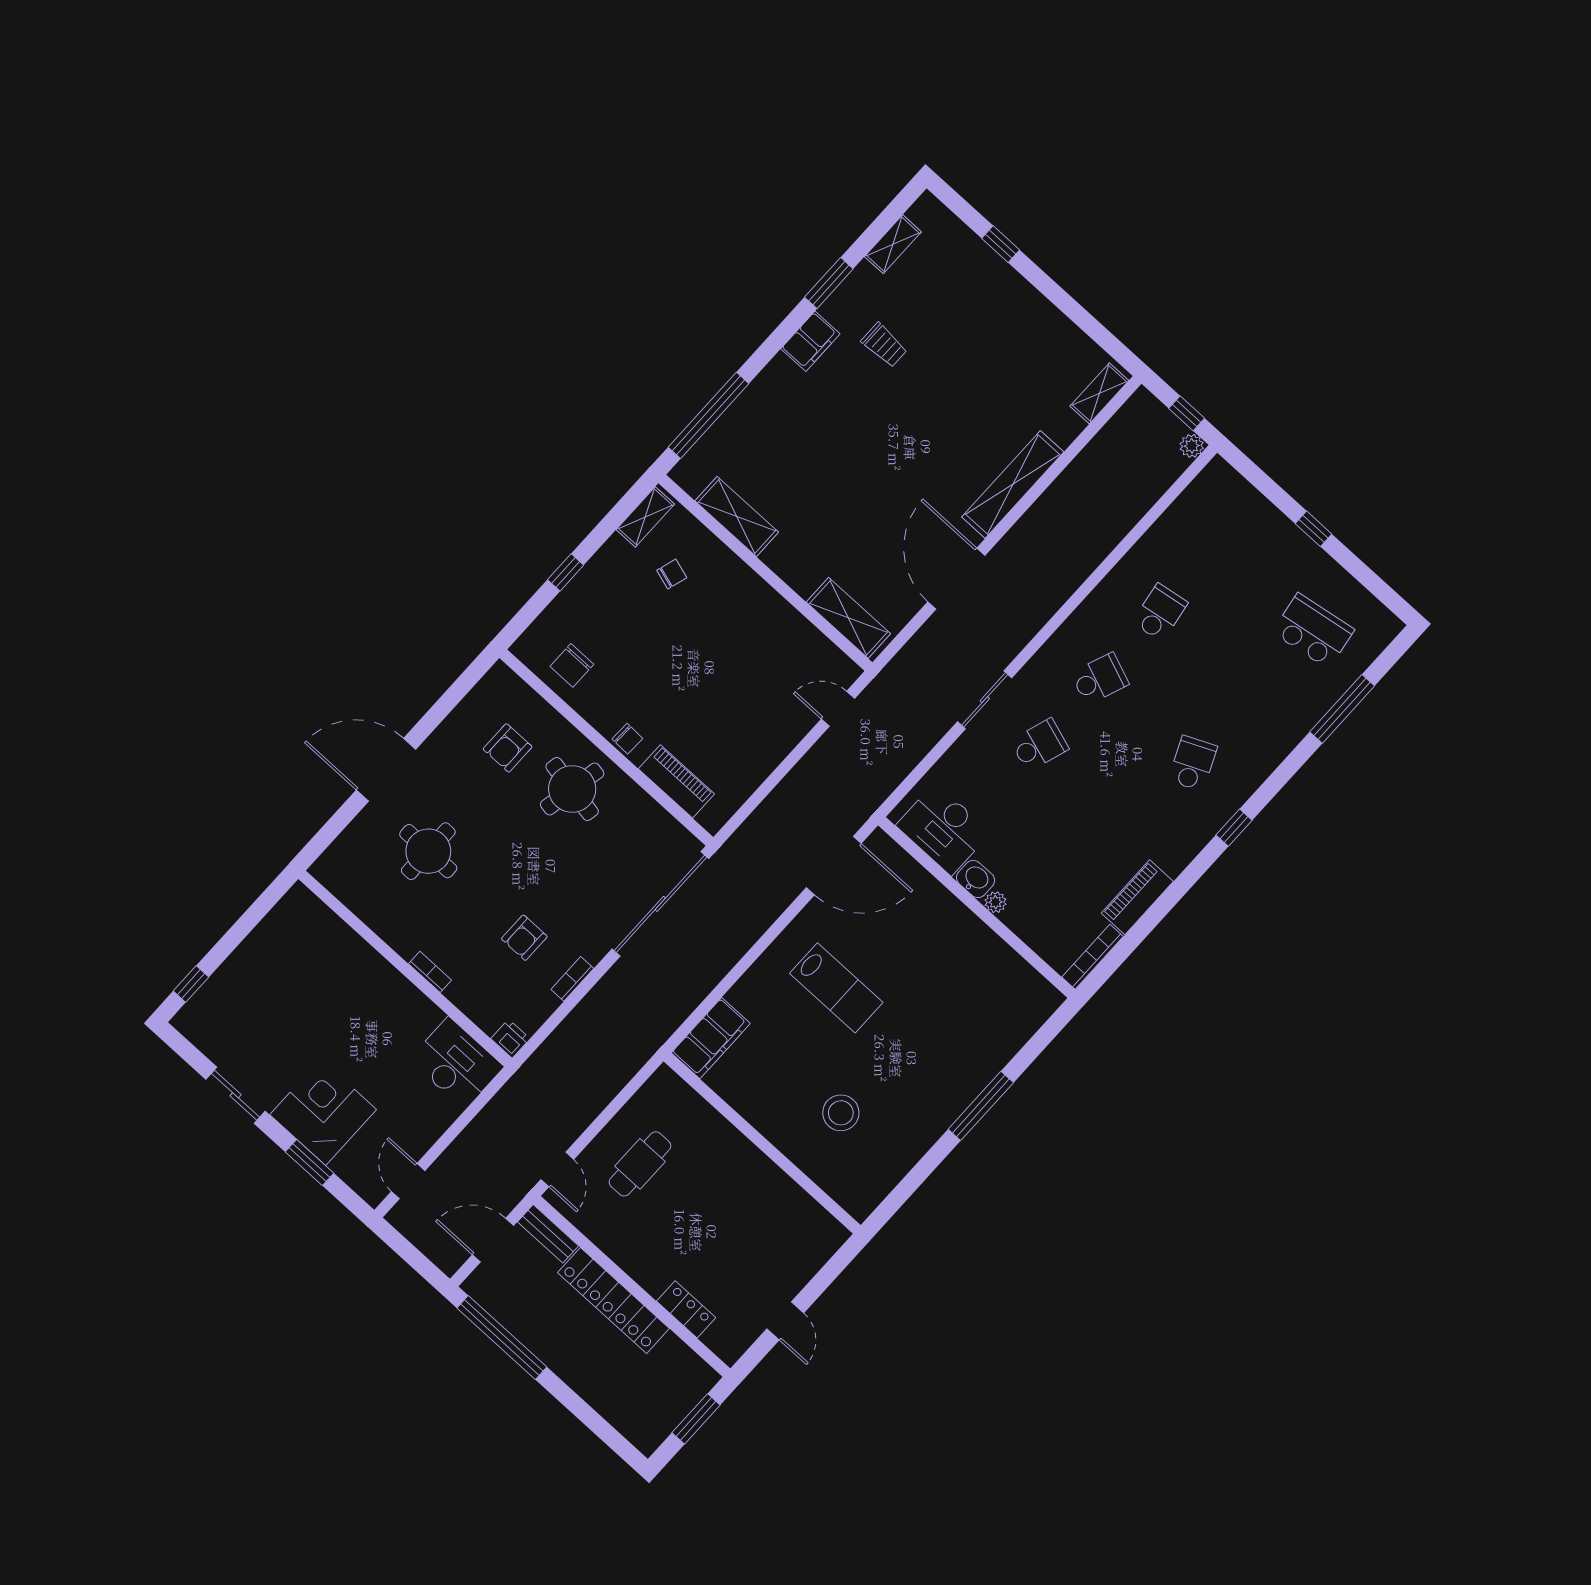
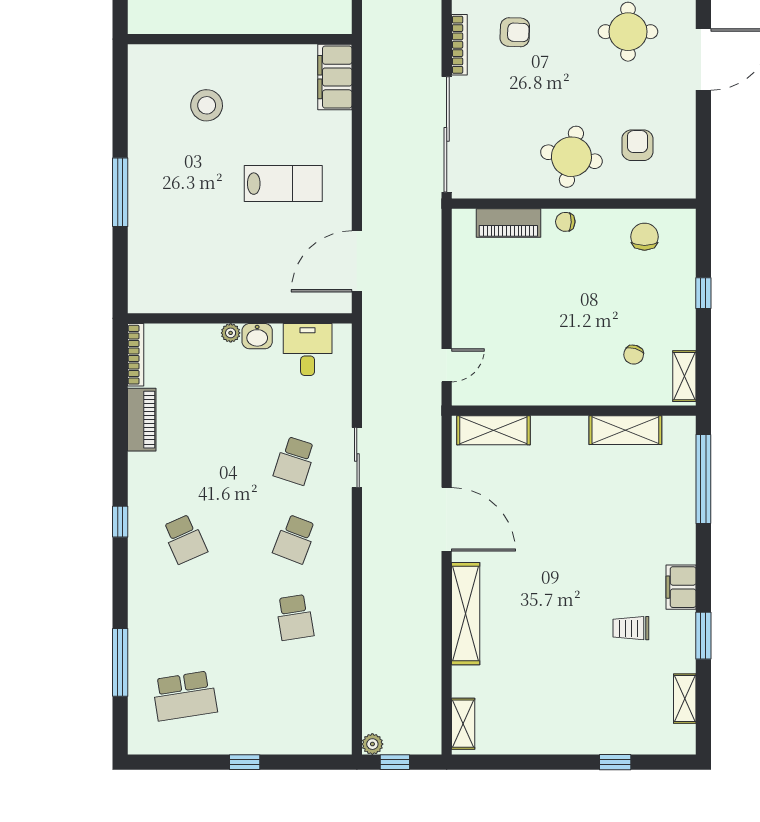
desk: (943, 829) -> (308, 350), width x0.73
armchair: (524, 938) -> (515, 32), turned 92
bookcase: (572, 979) -> (459, 45), width x1.56
lab bench: (836, 988) -> (283, 184), turned 180

